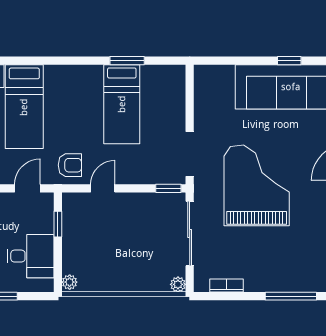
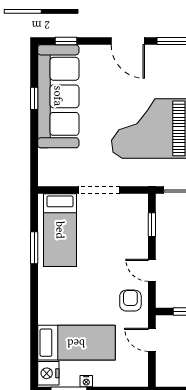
bed: (122, 104) -> (60, 230), moved, turned 90
doorway: (190, 154) -> (99, 190), moved
window: (168, 188) -> (152, 225), moved

